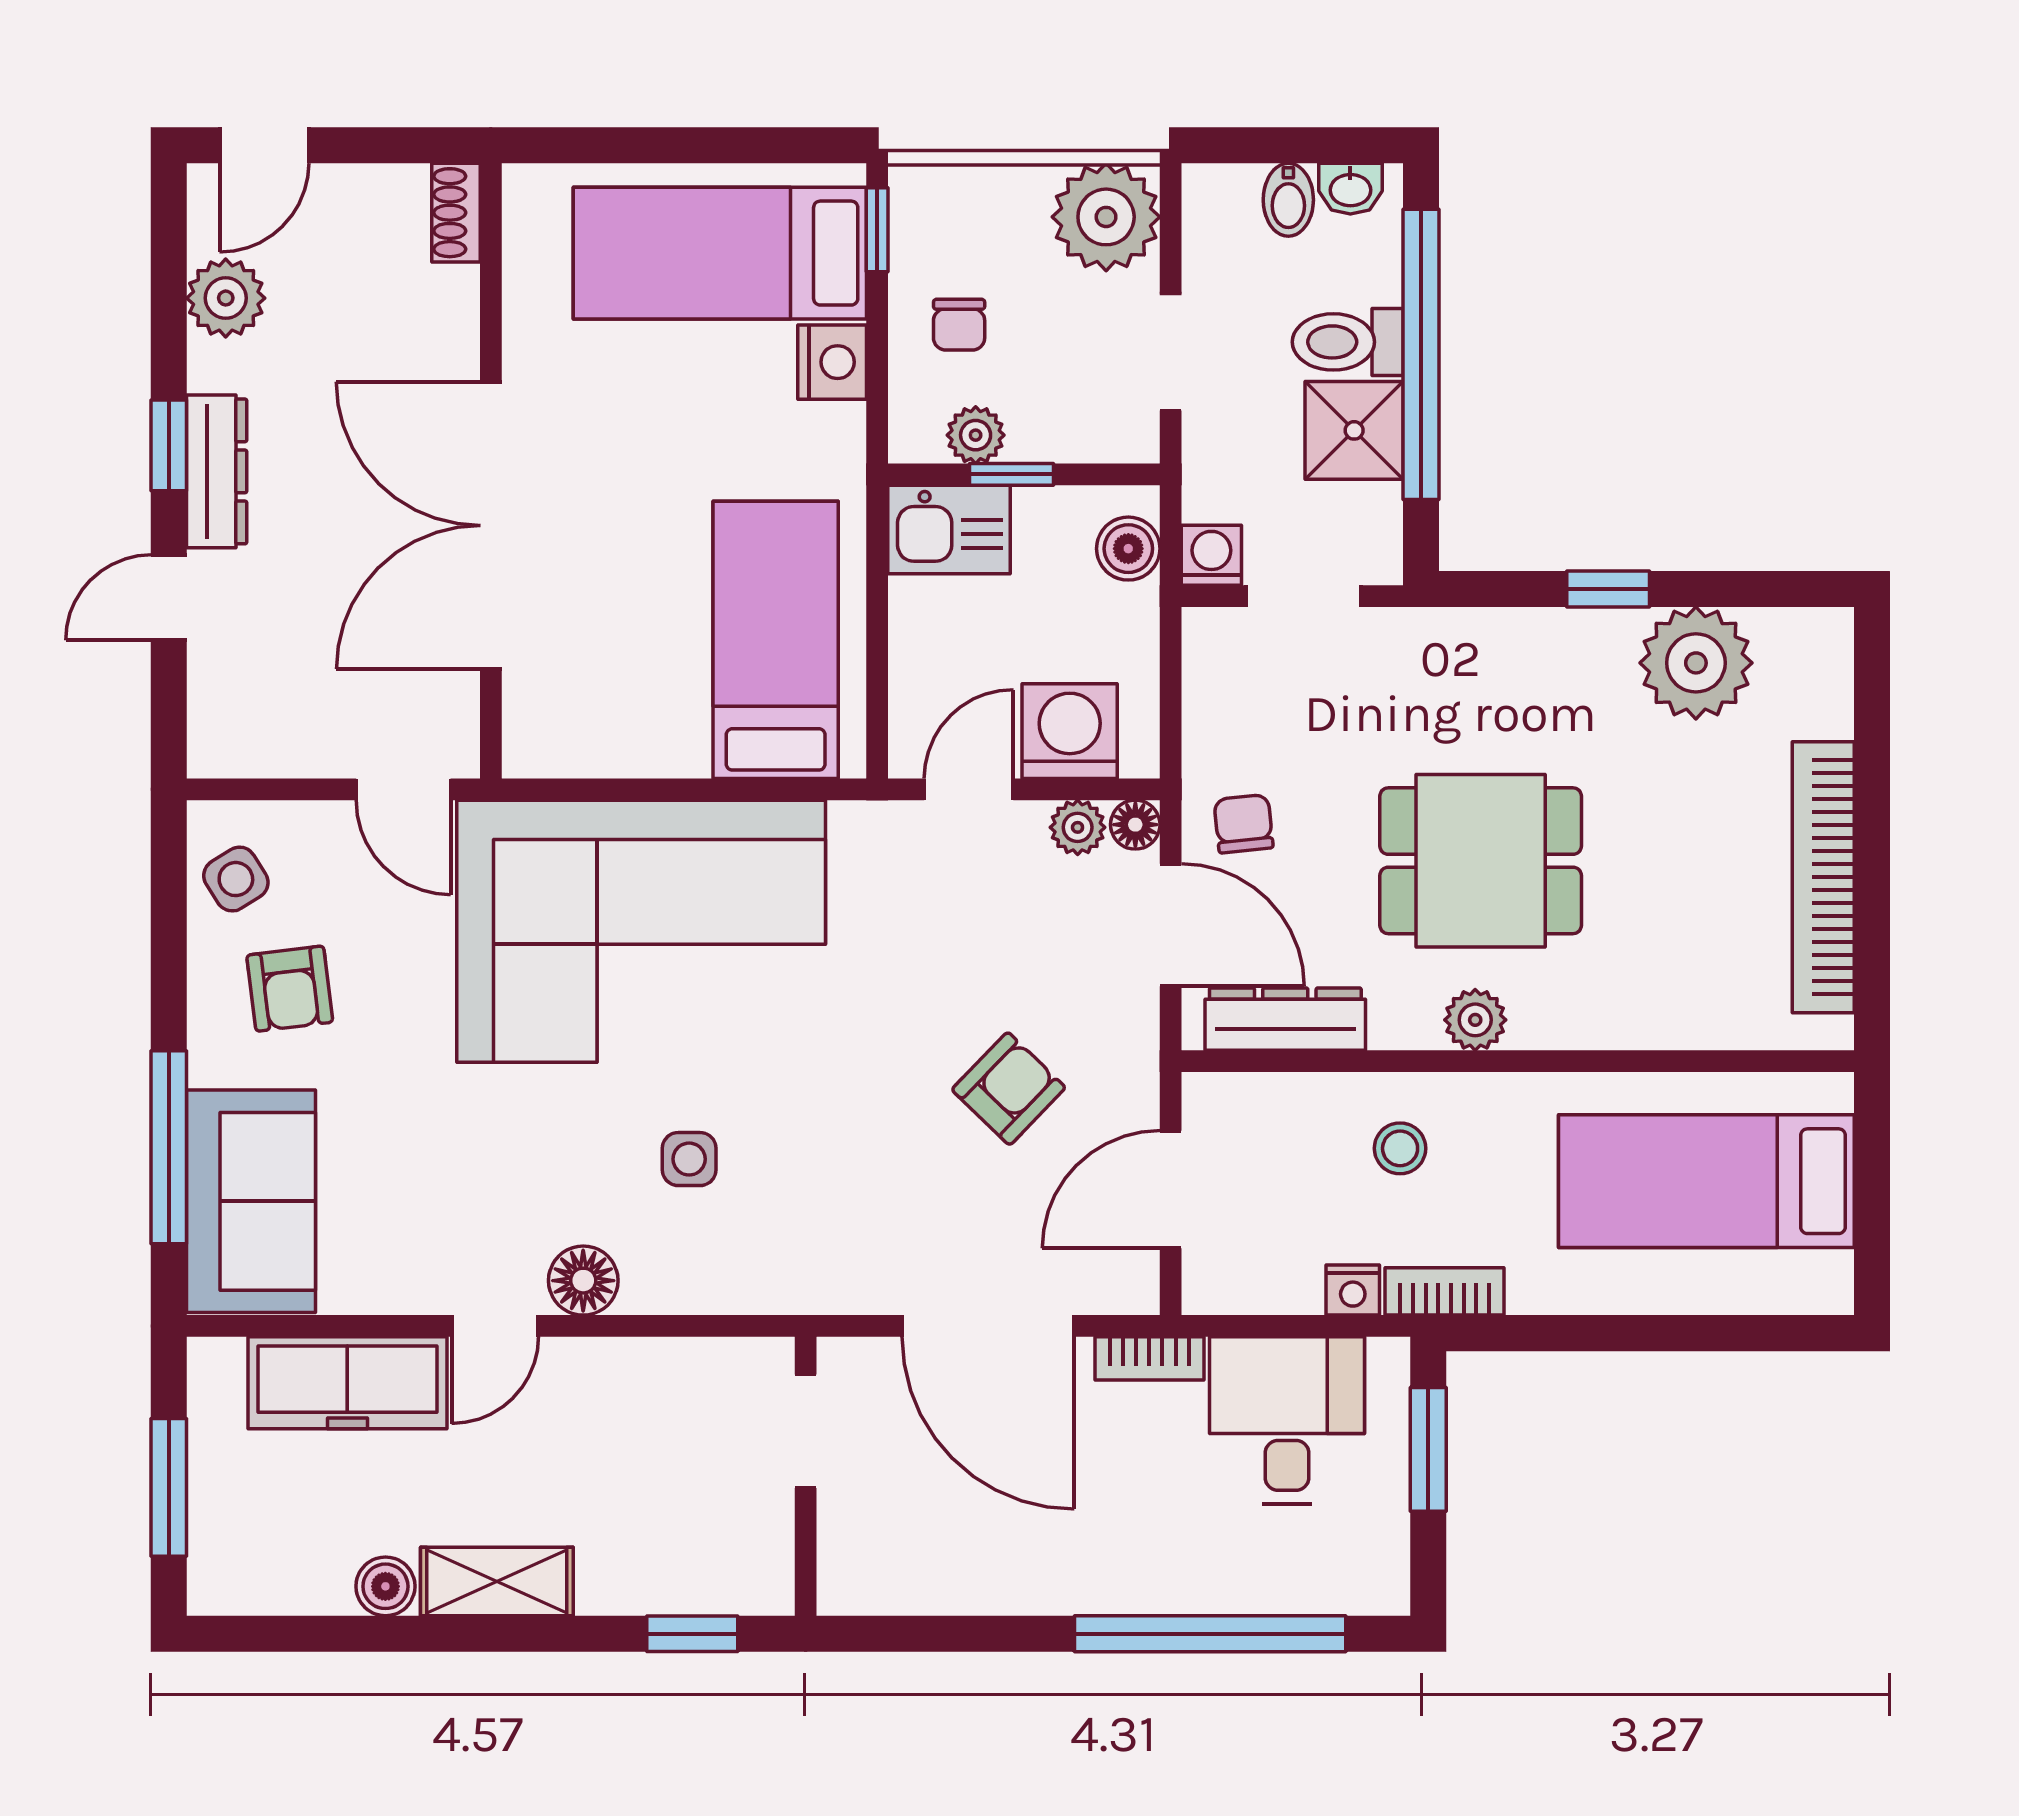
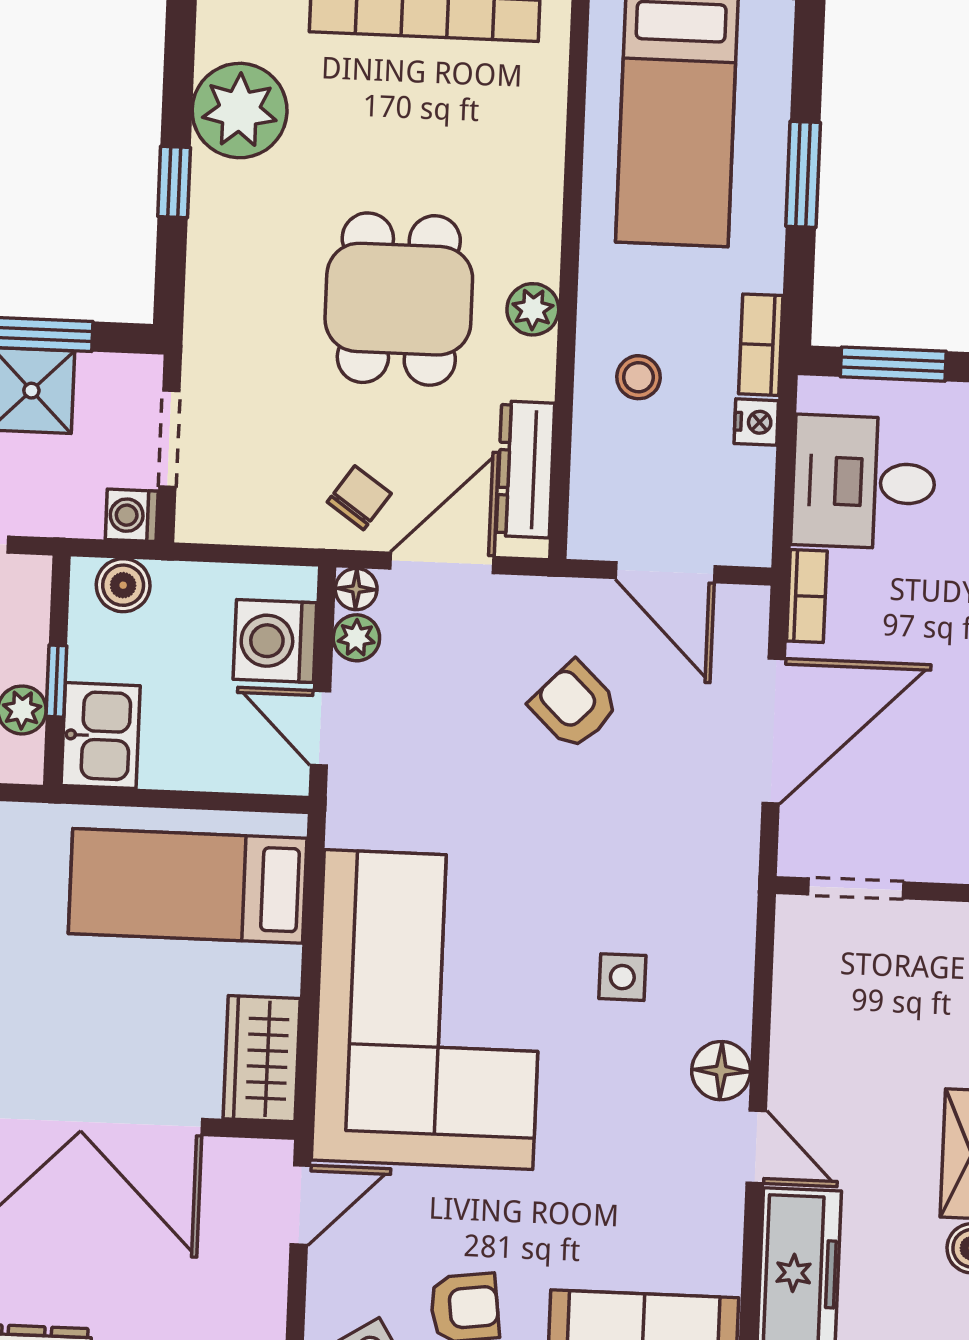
wardrobe: (575, 736) -> (262, 1059), added
chair: (1244, 824) -> (359, 498), turned 131
window: (1648, 1333) -> (803, 174), added

